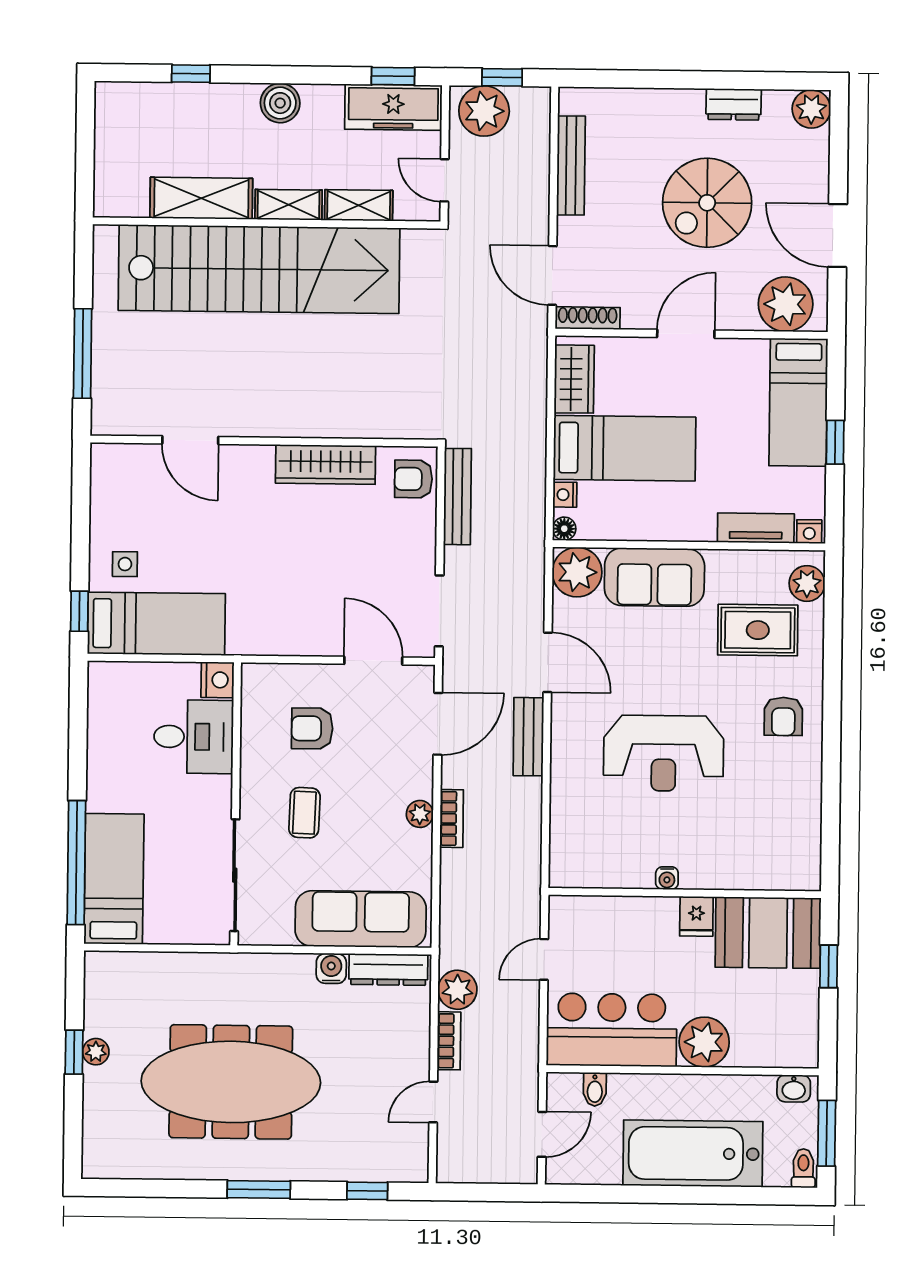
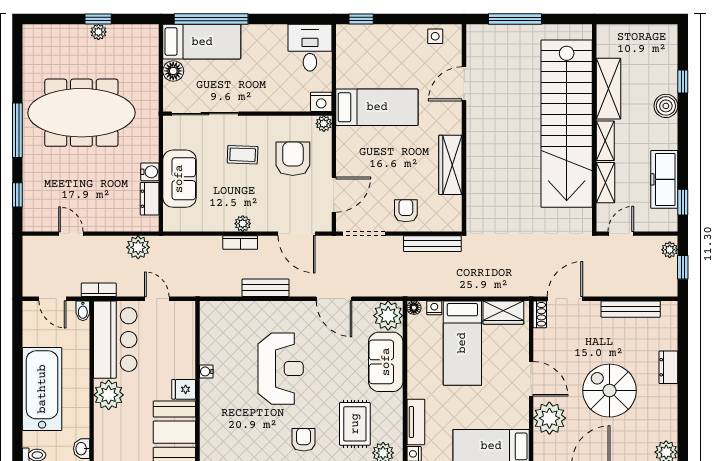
boiler: (280, 103) -> (666, 106), moved
dresser: (734, 104) -> (668, 367), moved
freezer: (393, 107) -> (664, 179), moved
plant: (484, 111) -> (670, 250), width x0.53, depth x0.53
plant: (786, 304) -> (549, 418), moved
shoe rack: (588, 318) -> (540, 314), width x0.70
armchair: (413, 479) -> (406, 211), moved
side table: (125, 564) -> (435, 36), moved
bed: (156, 624) -> (377, 107), moved, turned -90
door: (548, 662) -> (334, 299), hinge flipped
plant: (254, 676) -> (324, 124), added
armchair: (783, 716) -> (304, 440), turned 90
armchair: (312, 728) -> (293, 159), width x1.38, depth x1.38
desk: (194, 737) -> (310, 48), moved, turned 180
bench: (528, 737) -> (266, 288), moved
reception desk: (664, 753) -> (281, 369), turned 180
sofa: (361, 919) -> (179, 179), width x0.73
floor lamp: (163, 927) -> (173, 71), added
dresser: (388, 970) -> (150, 199), width x0.70
bookcase: (449, 1041) -> (99, 290), moved, turned 180
meeting table: (231, 1082) -> (81, 113), turned 90
bidet: (595, 1089) -> (83, 311), moved, turned -90
window: (259, 1190) -> (17, 130), width x1.44

